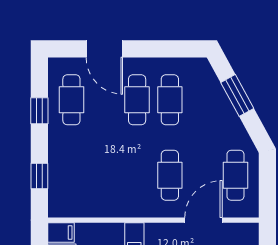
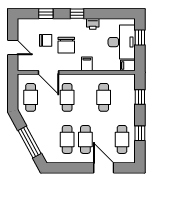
window: (237, 95) -> (30, 142), width x1.44
cafe table: (104, 175) -> (104, 97), added
door: (203, 220) -> (48, 72), hinge flipped

